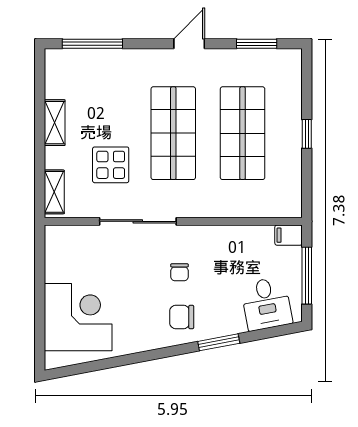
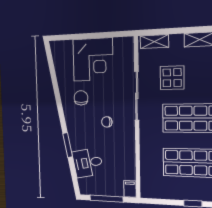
desk: (266, 304) -> (88, 163), moved
corner desk: (78, 317) -> (93, 60), moved
chair: (182, 317) -> (81, 98), moved

